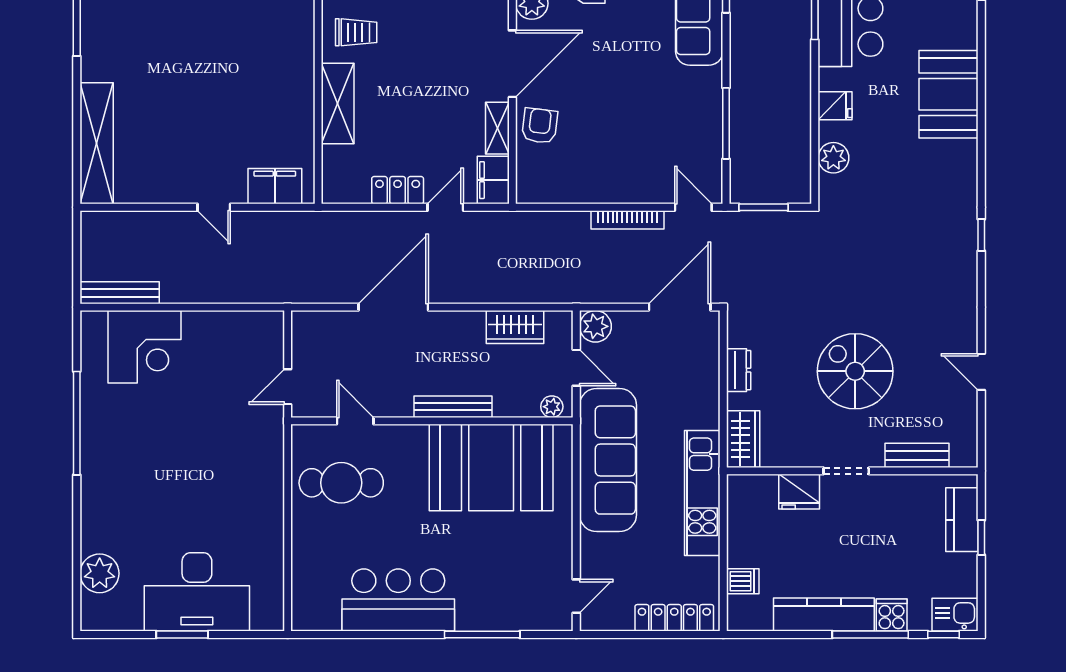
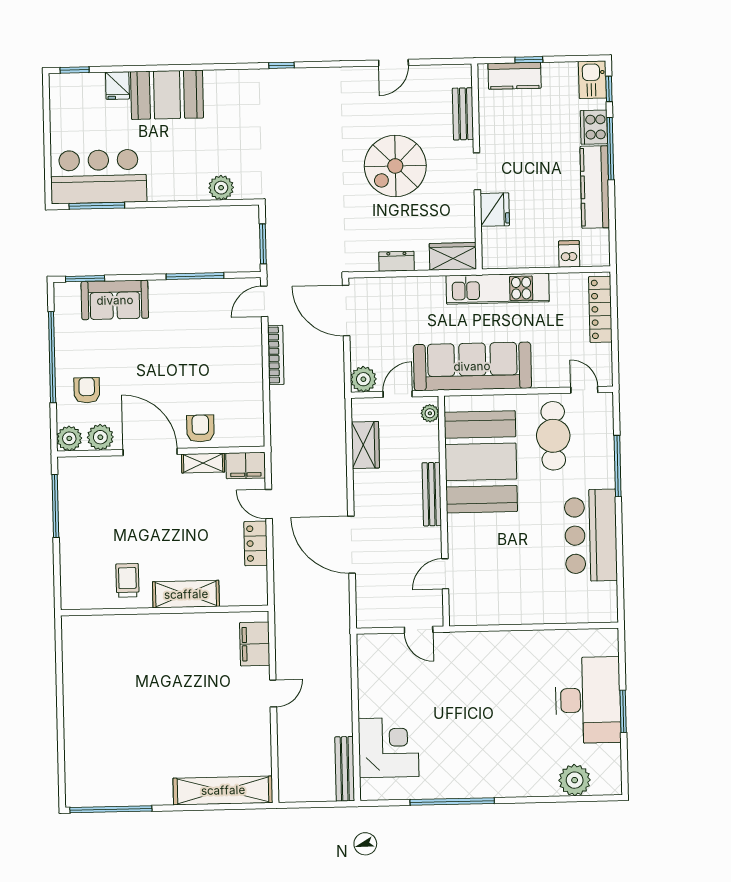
fridge: (835, 106) -> (117, 86), moved, turned 180
armchair: (540, 126) -> (200, 428), turned 83
cafe table: (341, 483) -> (553, 436), moved
cooker: (892, 615) -> (594, 127), width x1.36

